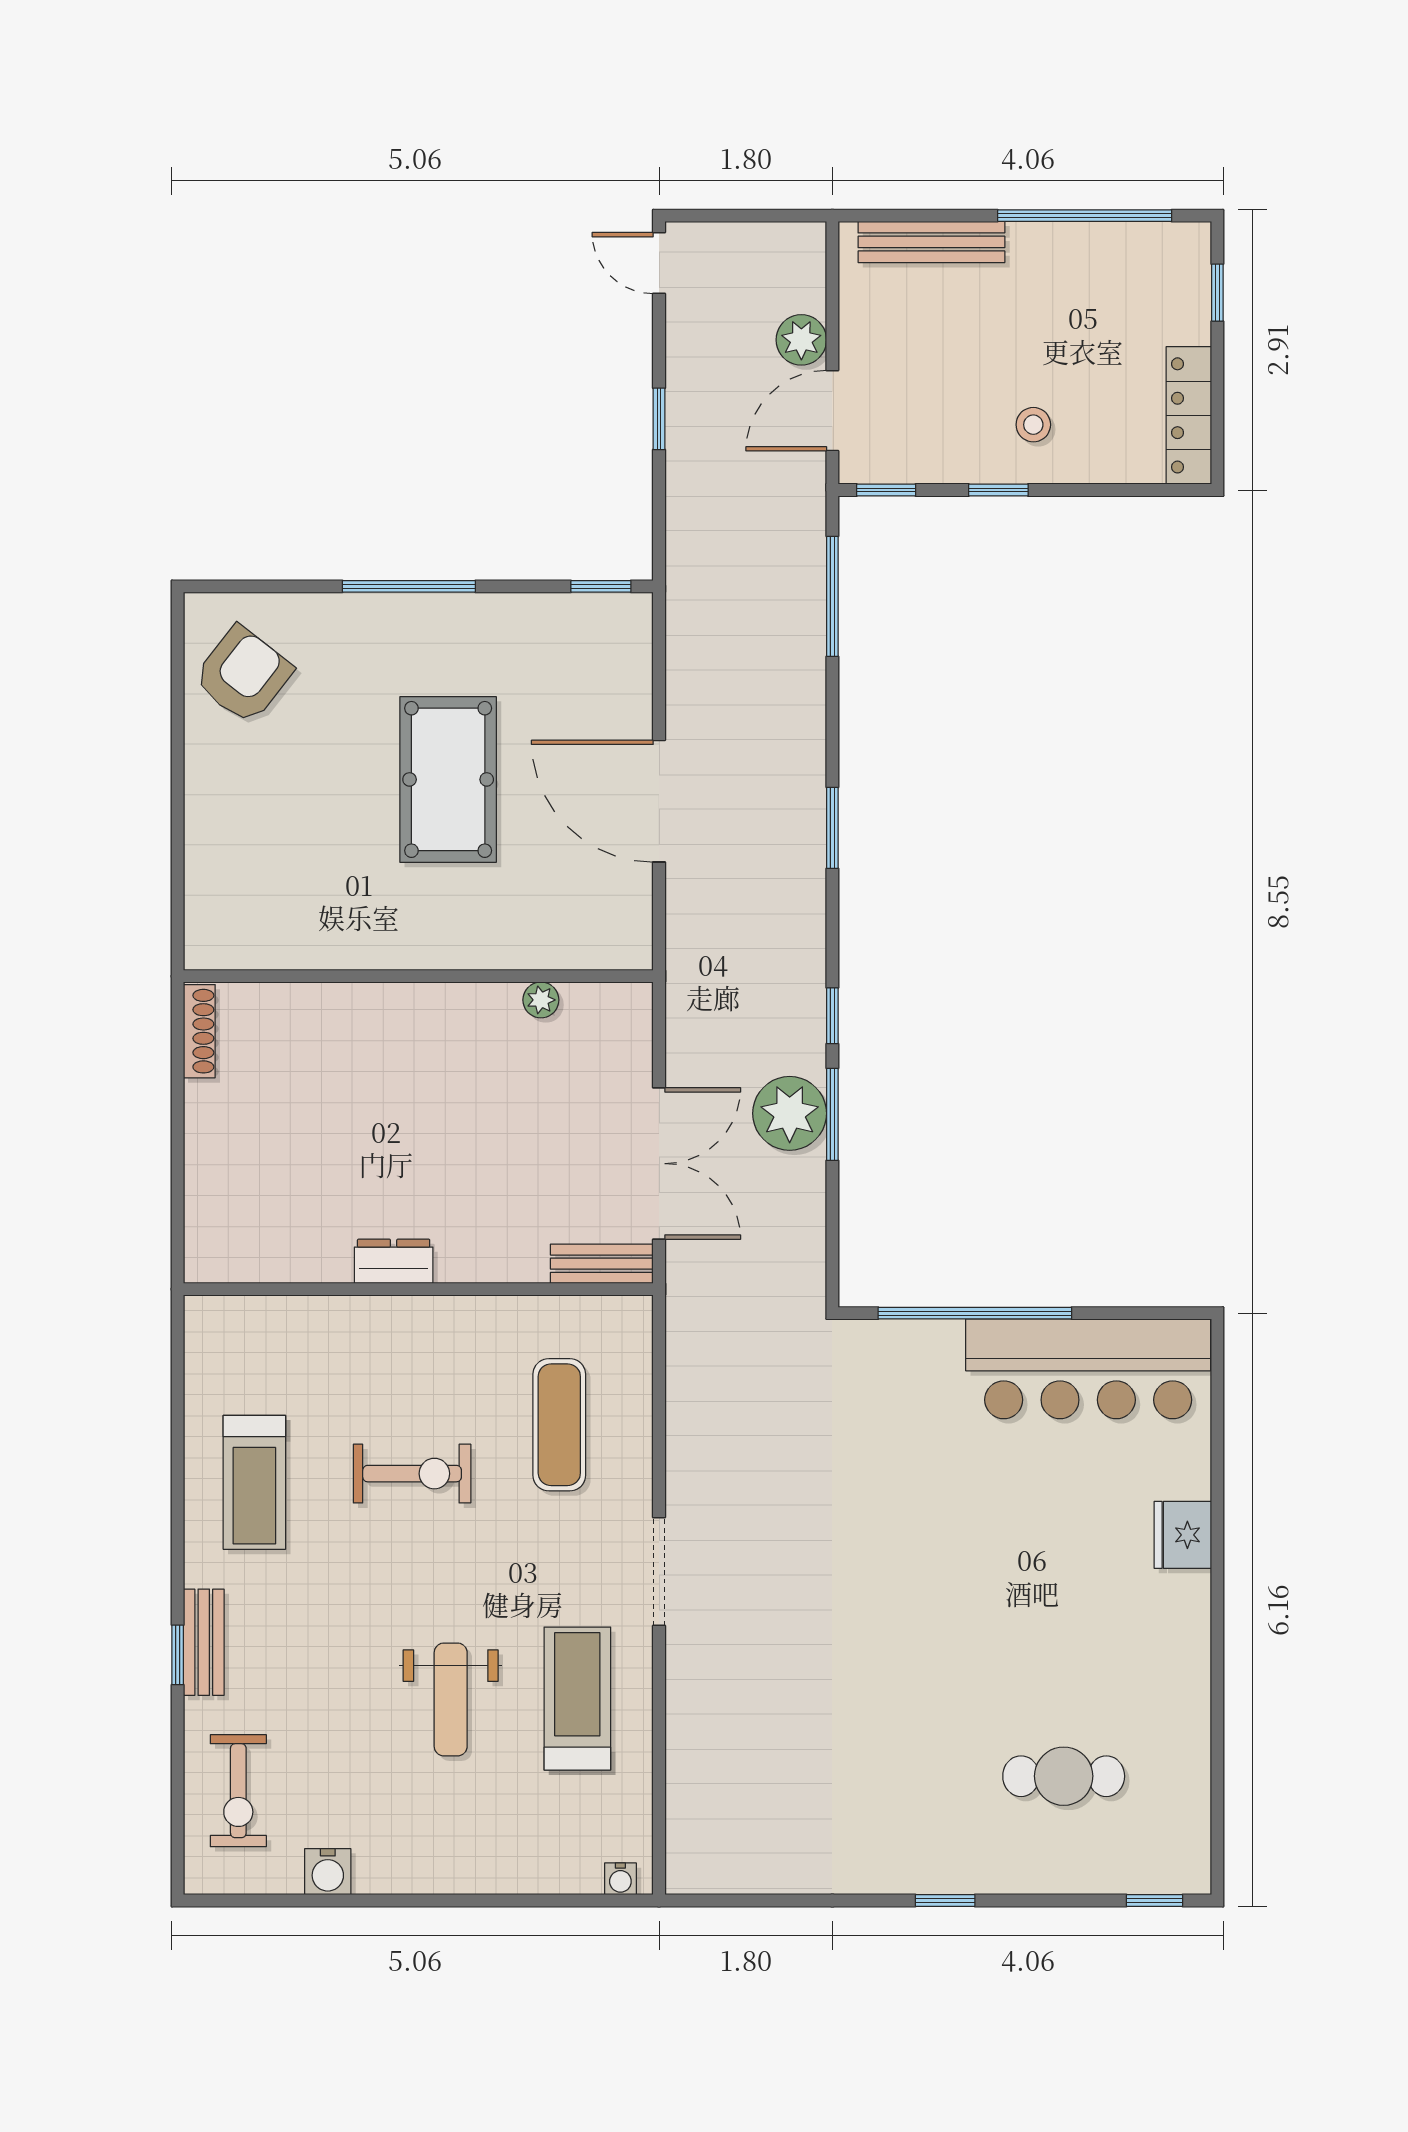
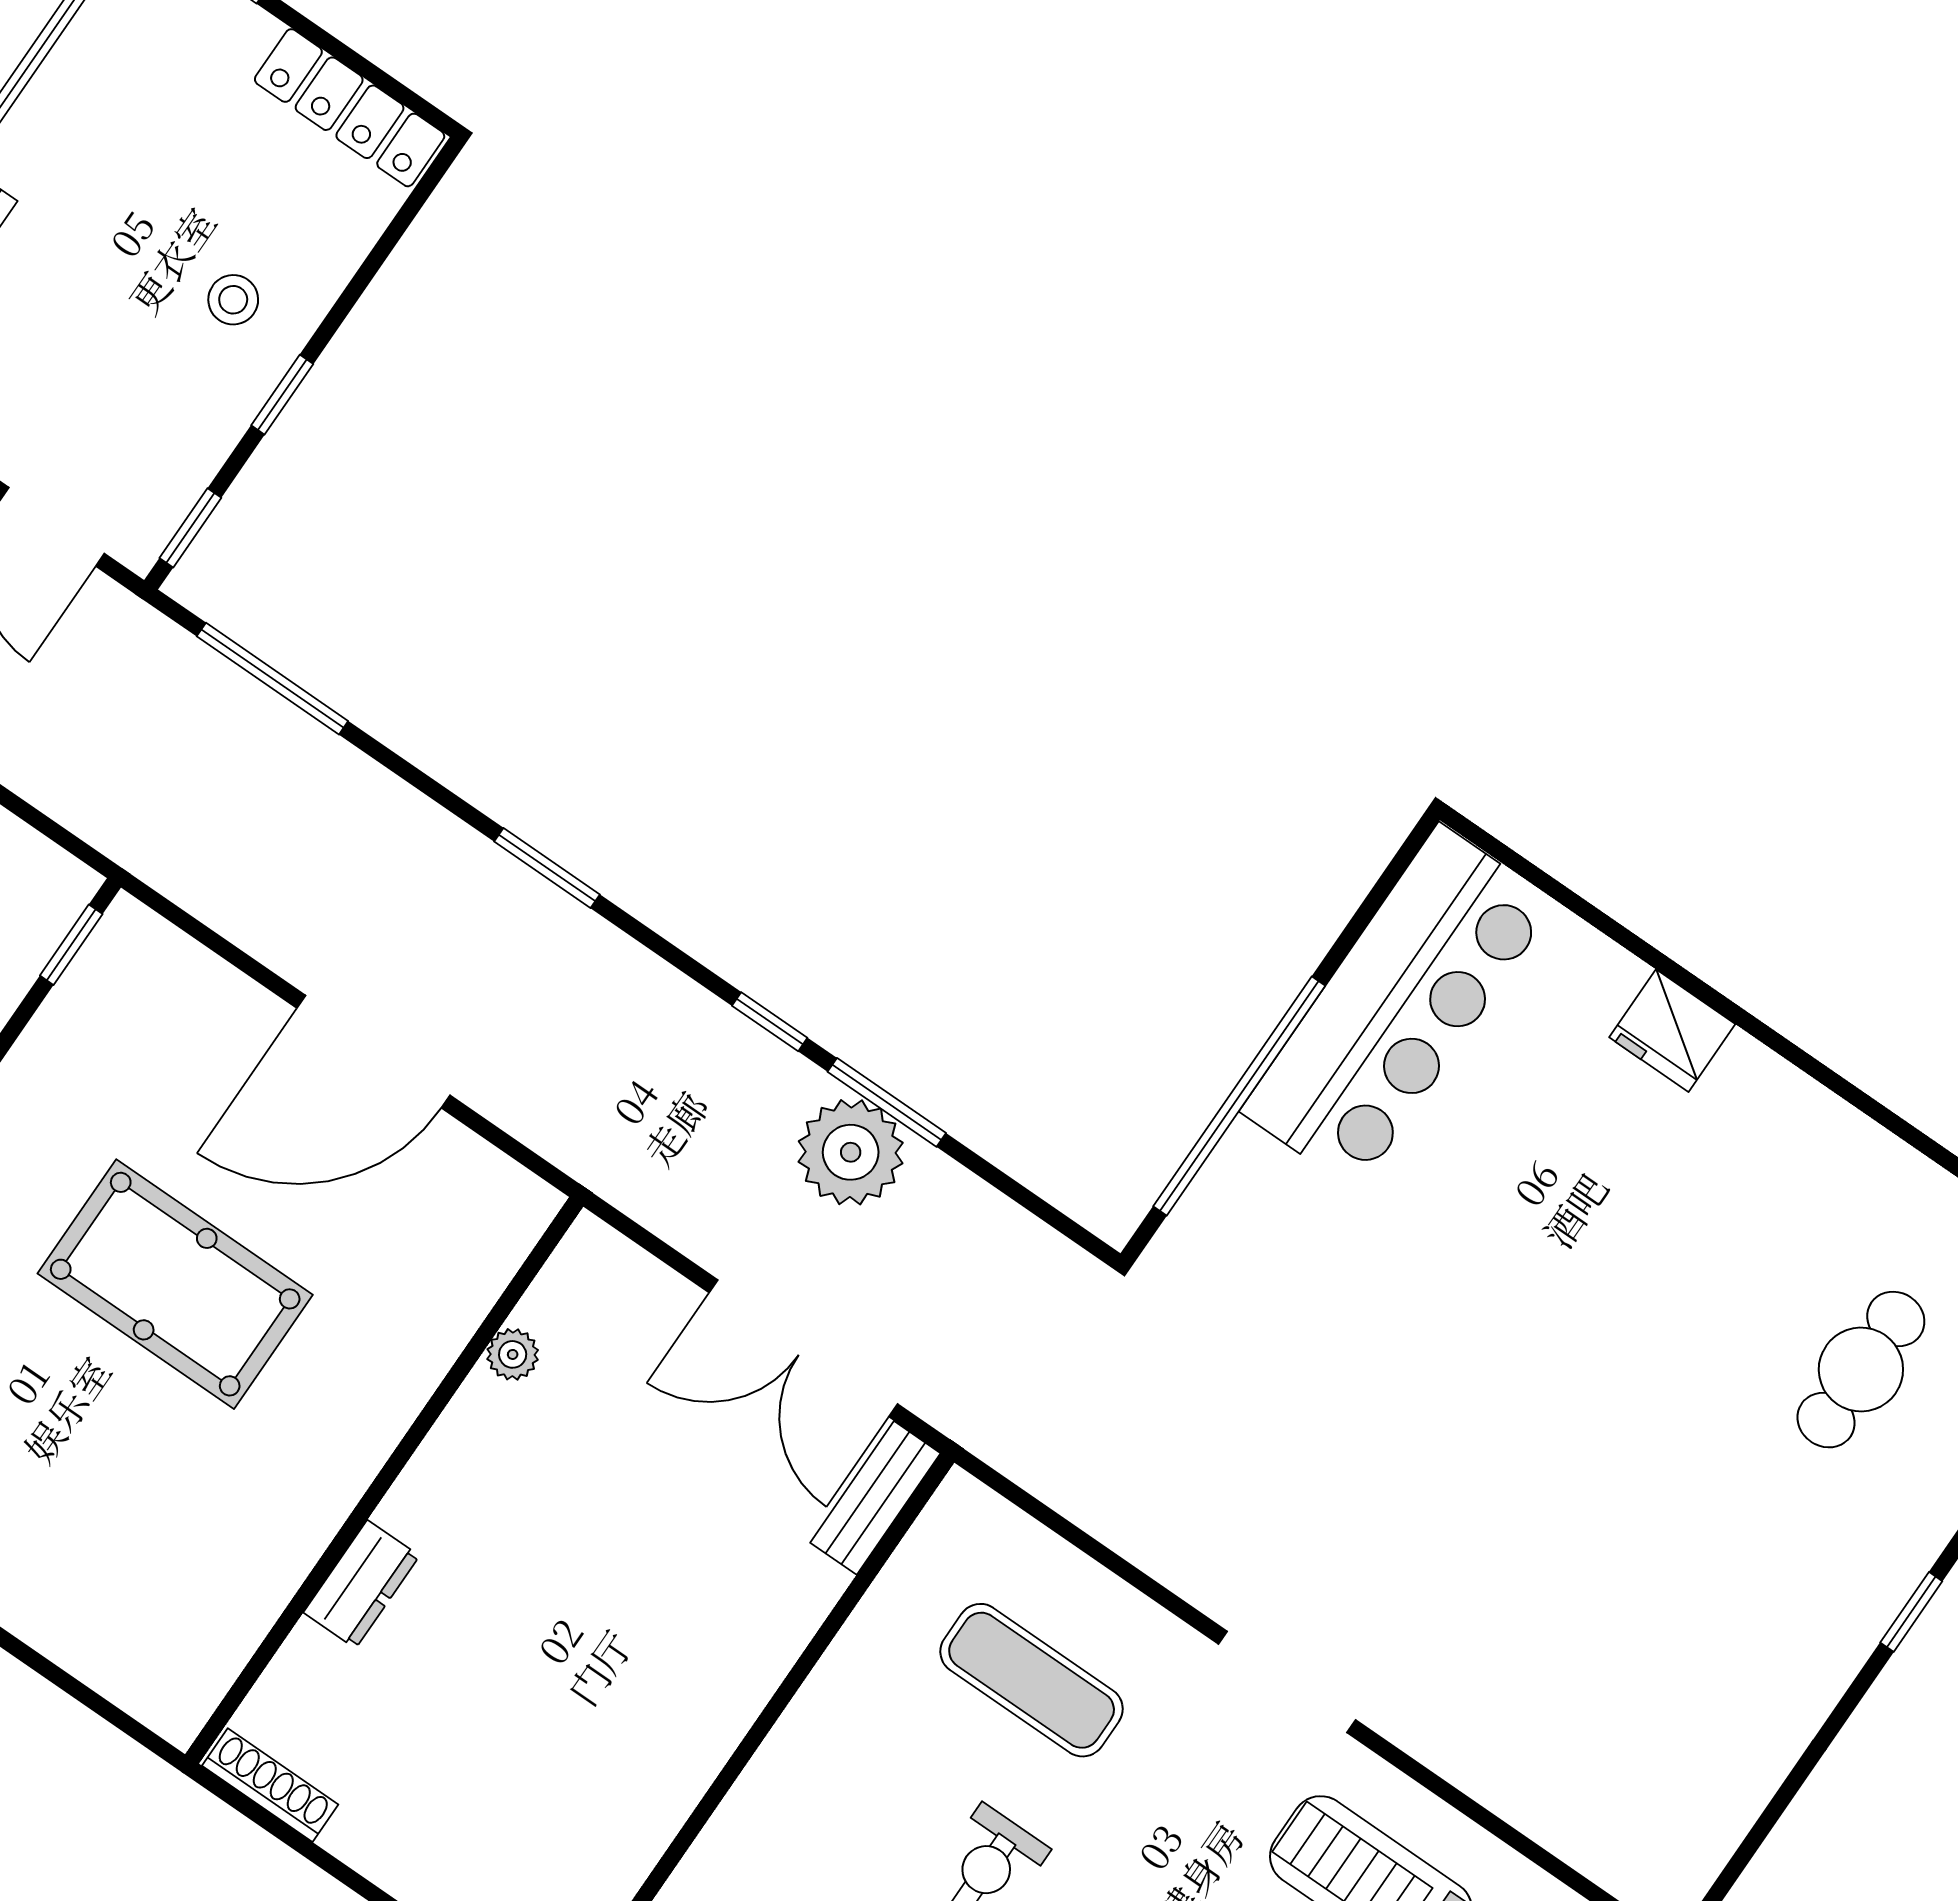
double door: (659, 1164) -> (803, 1348), swing flipped
dresser: (394, 1261) -> (361, 1584), moved, turned 180

